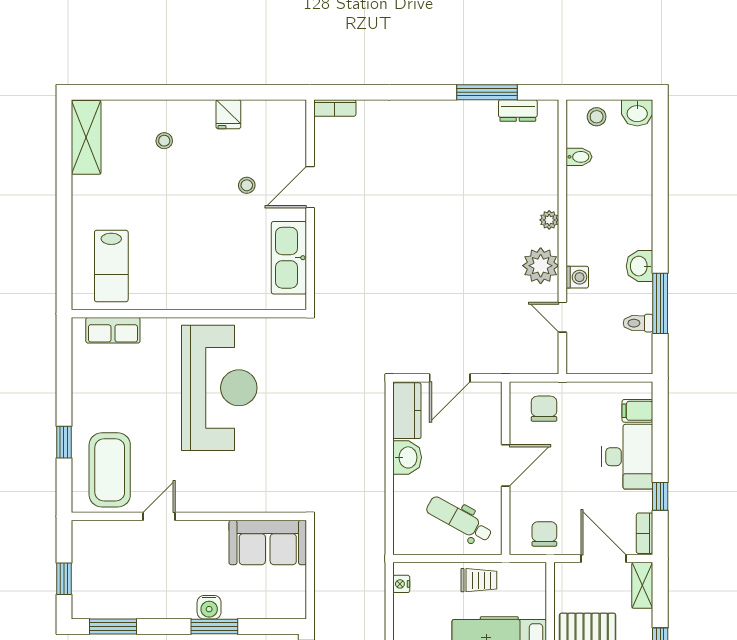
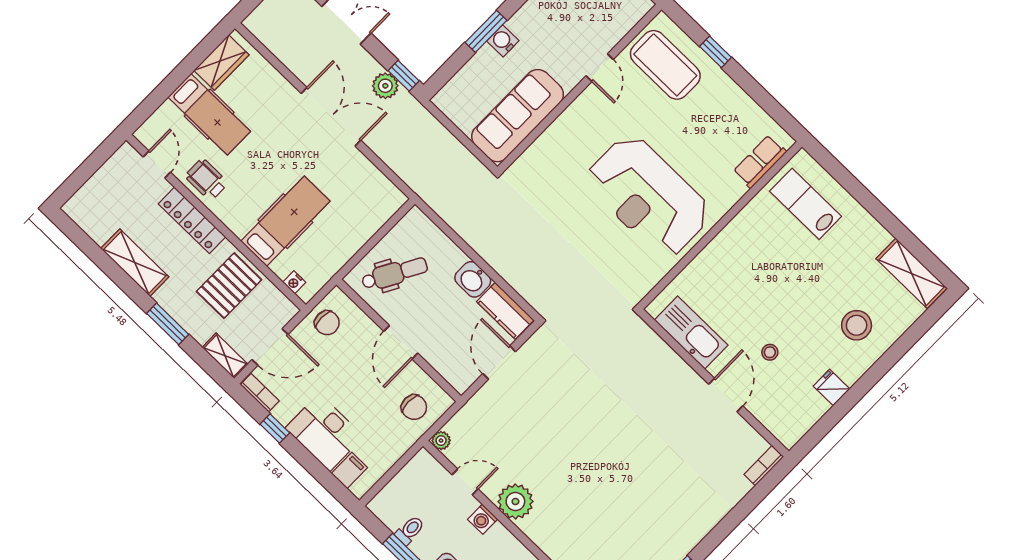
stool: (164, 141) -> (857, 325), width x1.89, depth x1.89
plant: (549, 220) -> (441, 441), moved
sofa: (268, 543) -> (518, 116), width x1.36
trolley: (479, 580) -> (339, 246), removed
nightstand: (401, 584) -> (294, 282), moved, turned 180

